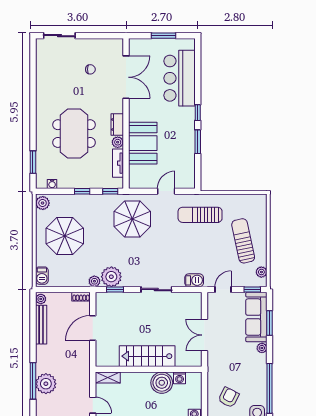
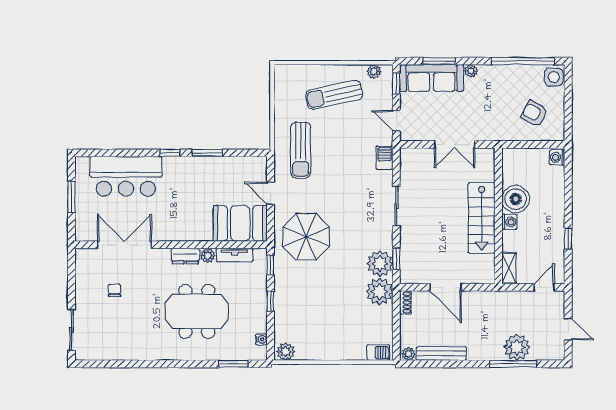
booth: (143, 143) -> (240, 223), moved
parasol: (65, 236) -> (328, 323), removed
plant: (94, 281) -> (379, 292), width x1.88, depth x1.88
washing machine: (180, 378) -> (509, 222), moved

